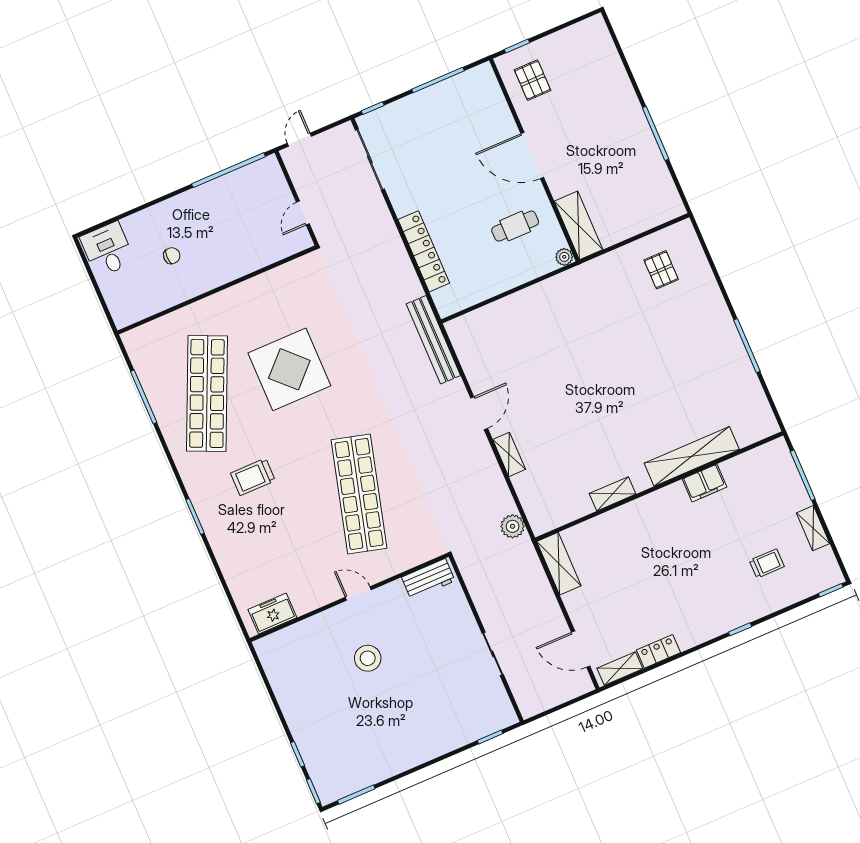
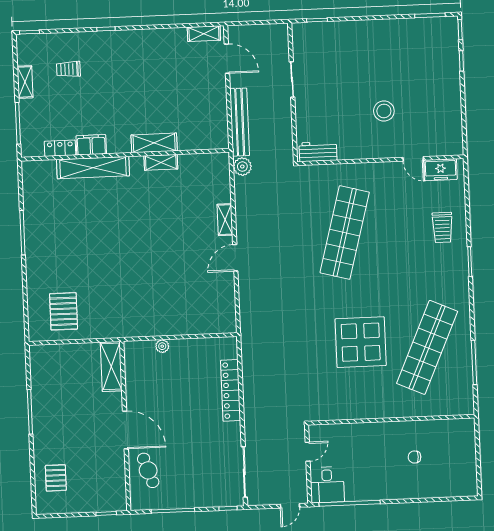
pallet: (533, 80) -> (56, 478), moved
cafe table: (515, 226) -> (148, 470), moved, turned 71
desk: (107, 250) -> (327, 485), moved
plant: (564, 257) -> (162, 346), moved
pallet: (661, 270) -> (64, 311), width x1.50, depth x1.42
bench: (433, 340) -> (240, 122), moved
trolley: (253, 477) -> (442, 228), moved, turned 90
shelving: (559, 564) -> (154, 143), moved, turned 90
door: (358, 594) -> (413, 159), moved
locker: (659, 651) -> (60, 148), moved, turned 180

